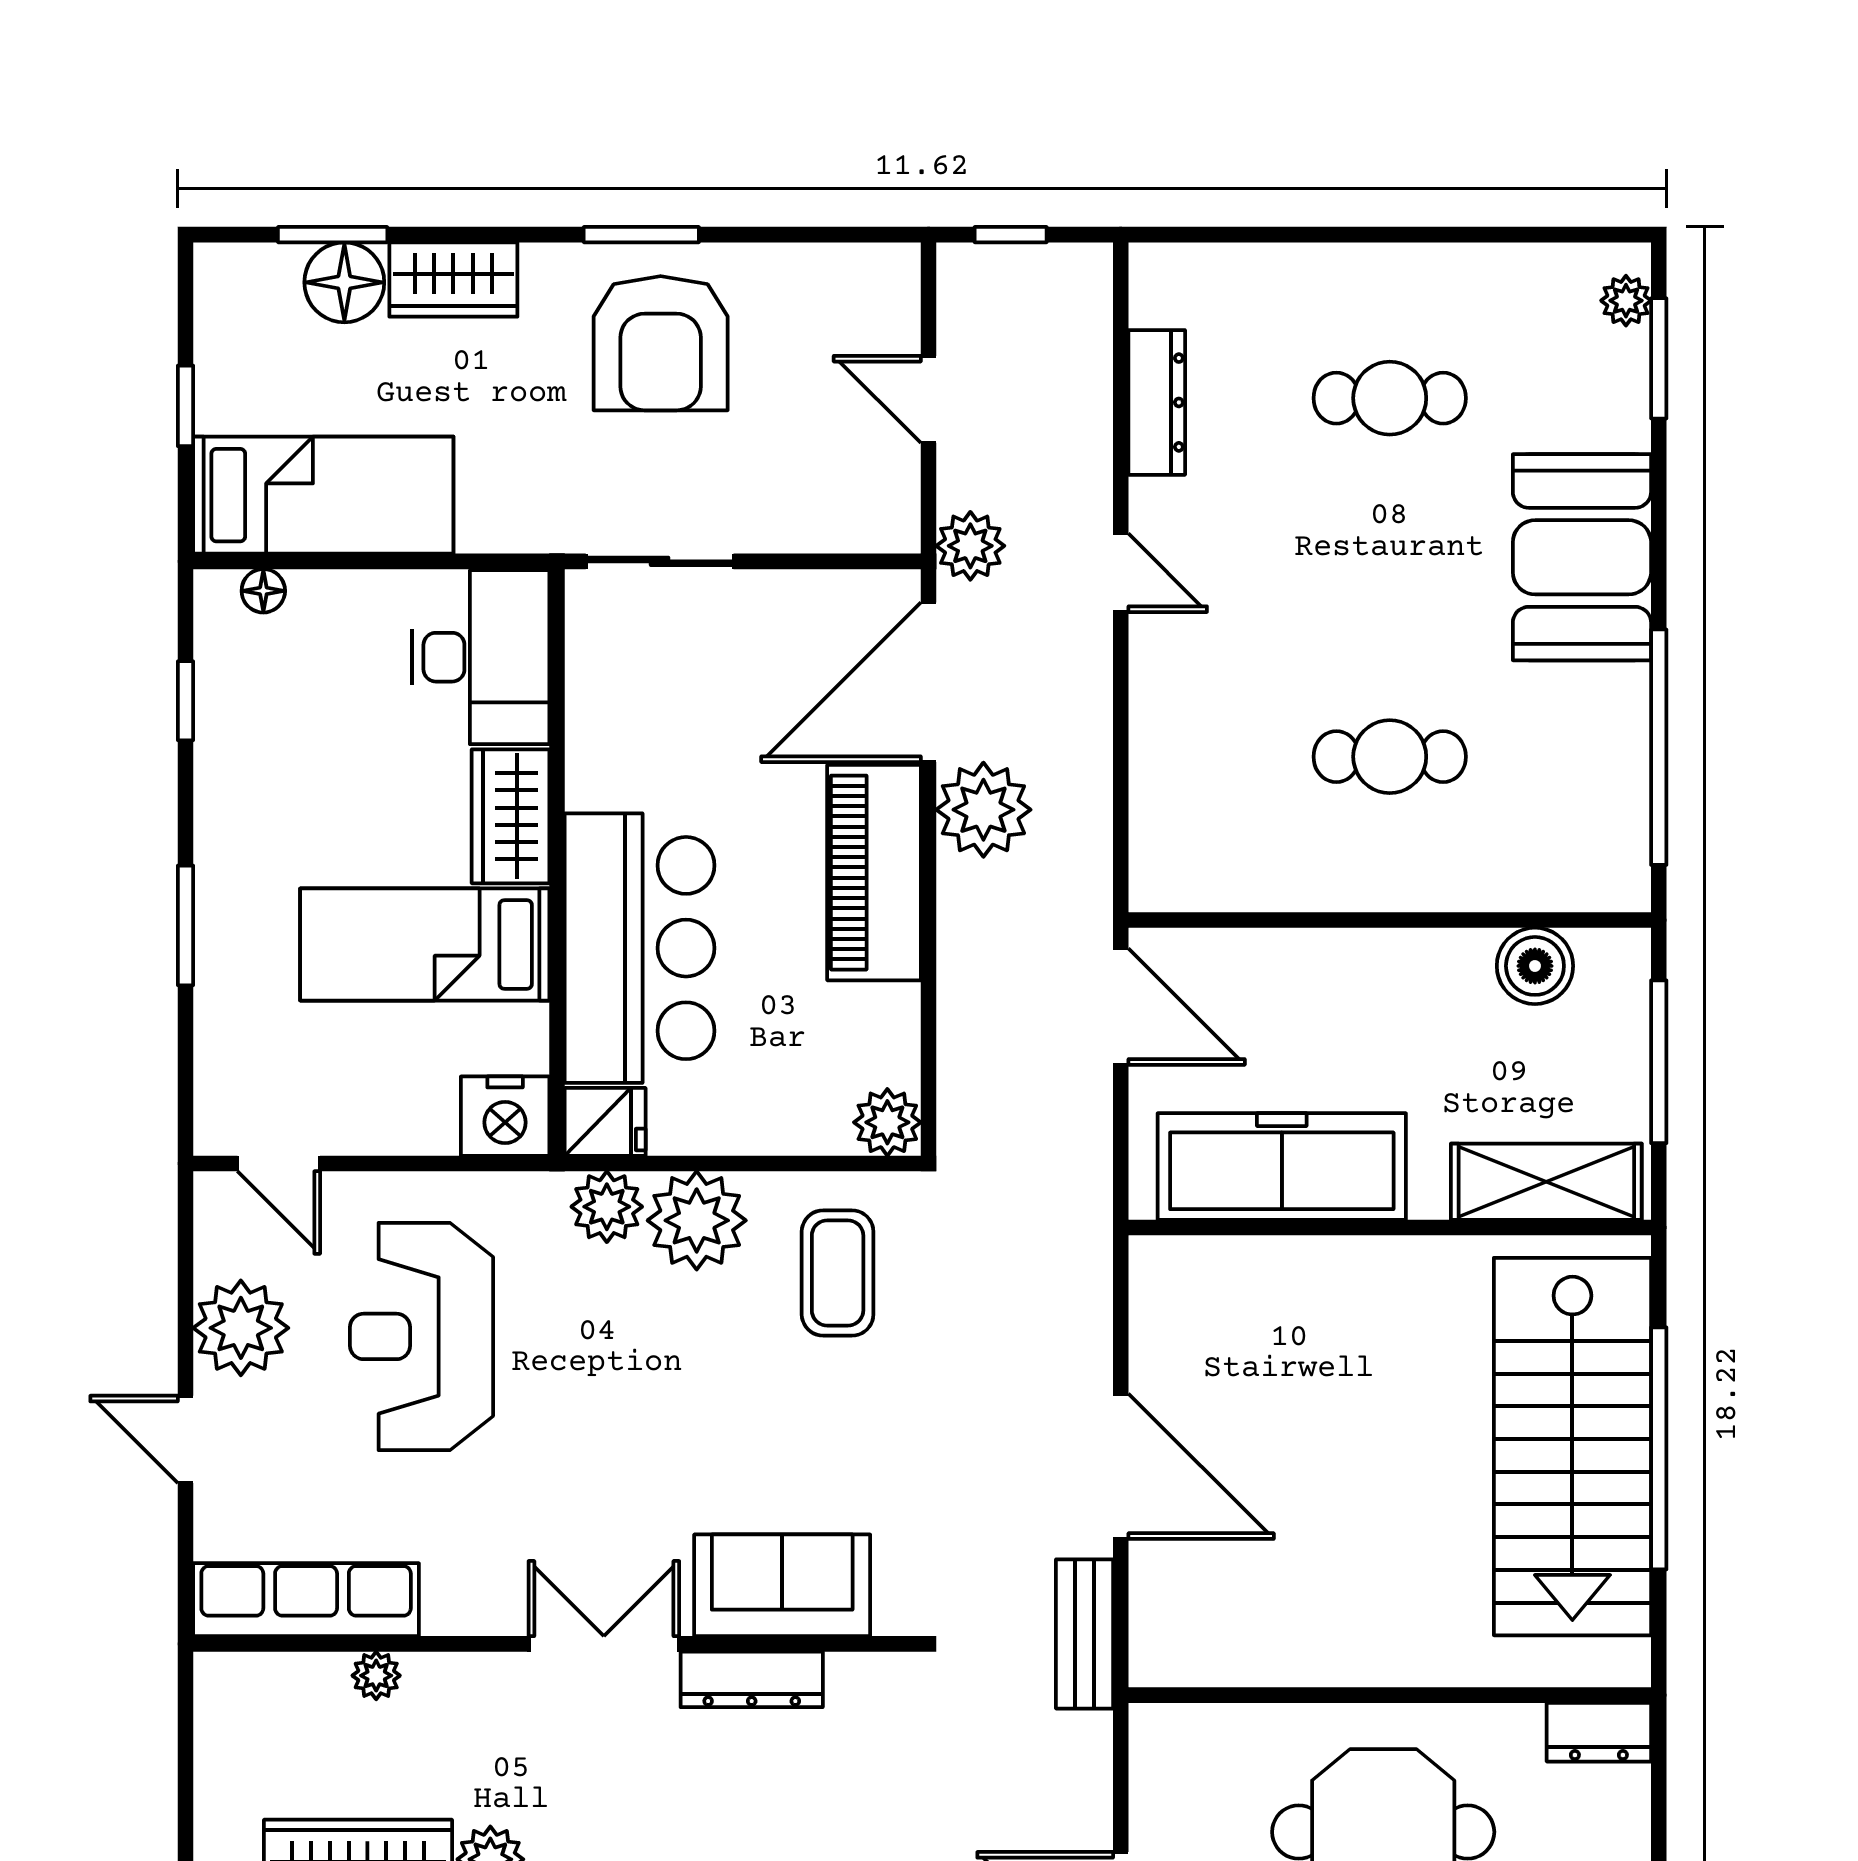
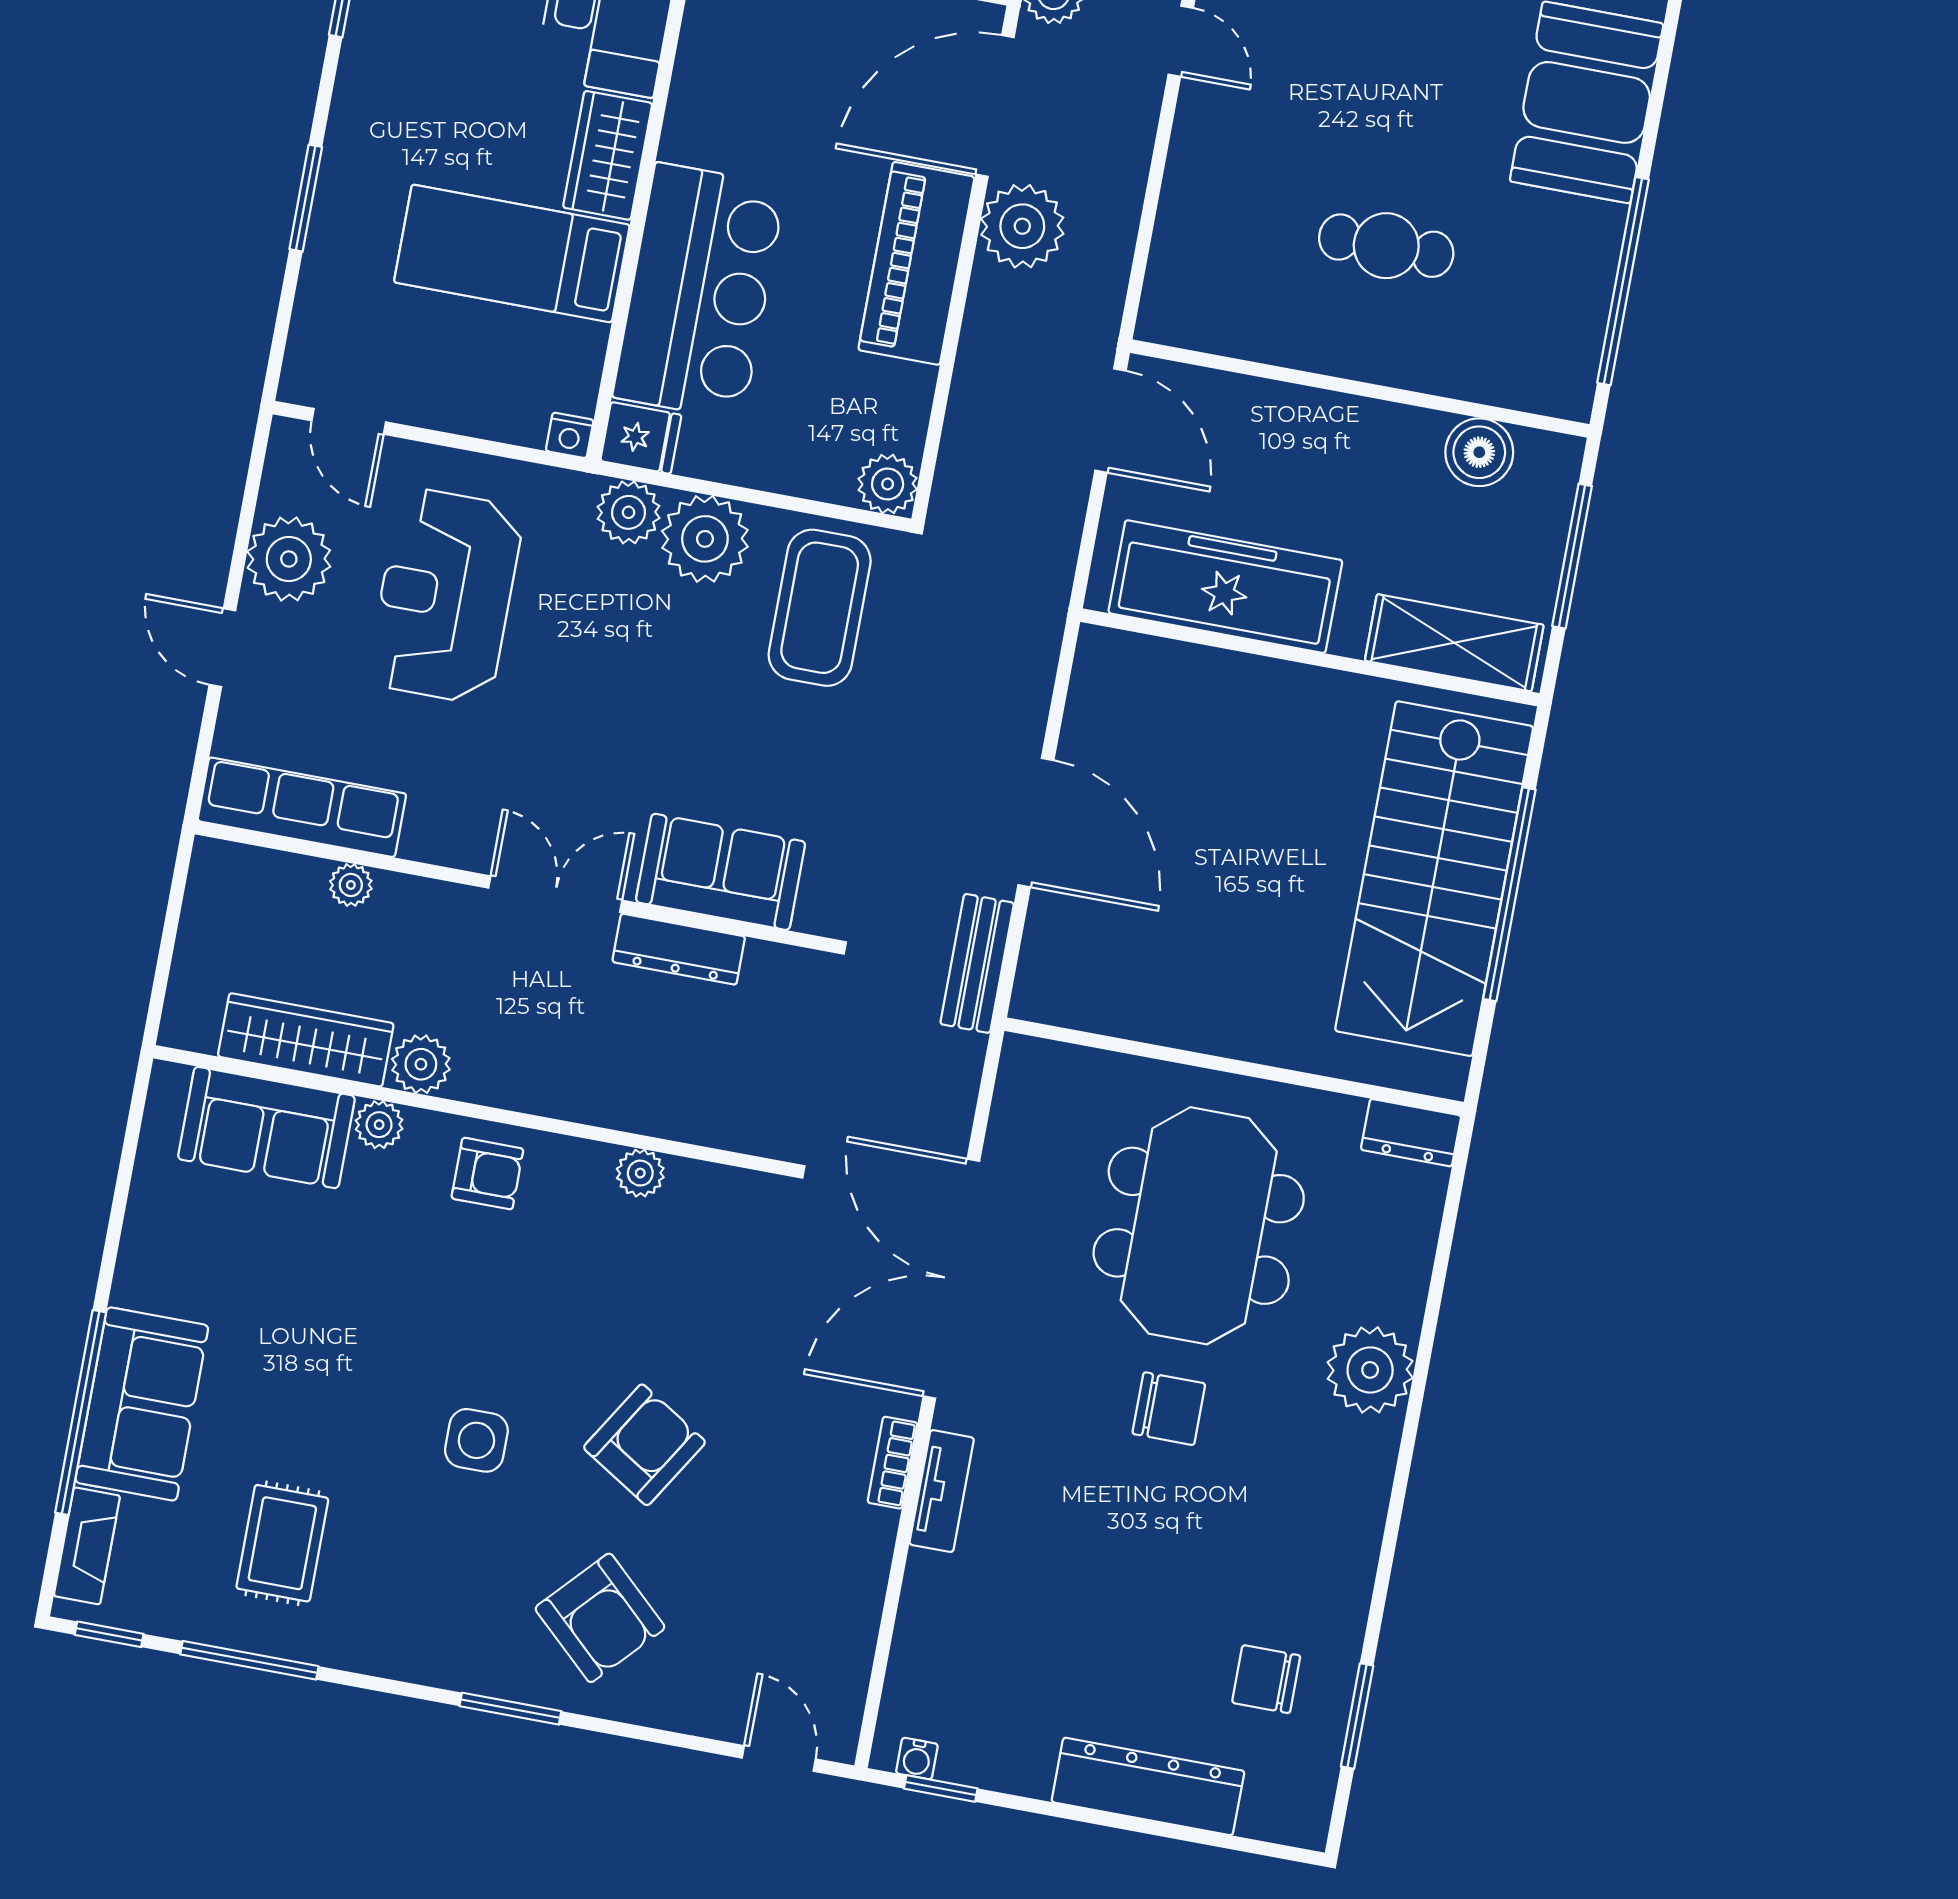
nightstand: (505, 1116) -> (570, 435), width x0.53, depth x0.56
coffee table: (838, 1273) -> (820, 608), width x1.36, depth x1.32

